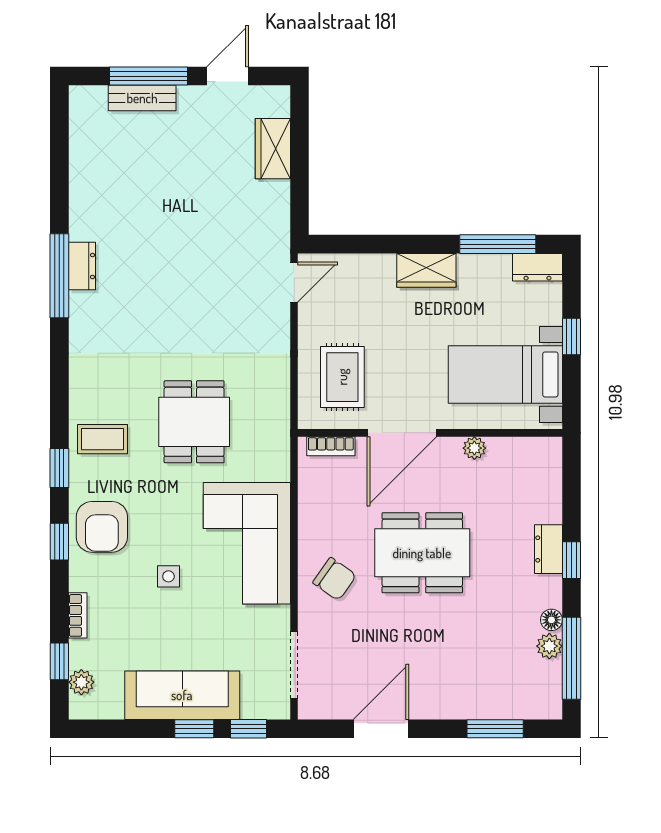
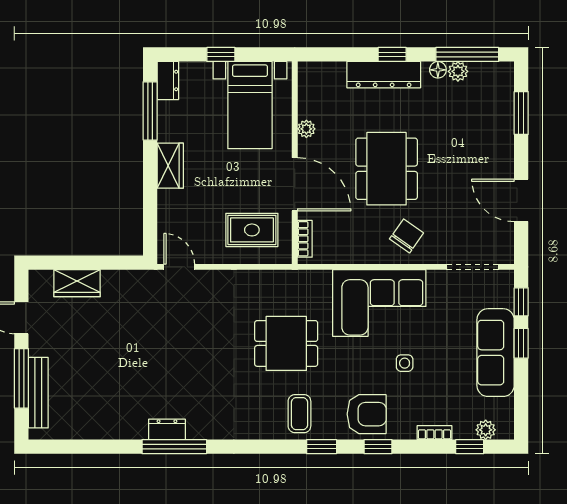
bench: (142, 98) -> (38, 393), width x1.36
dresser: (549, 549) -> (384, 75), width x1.96, depth x1.24

